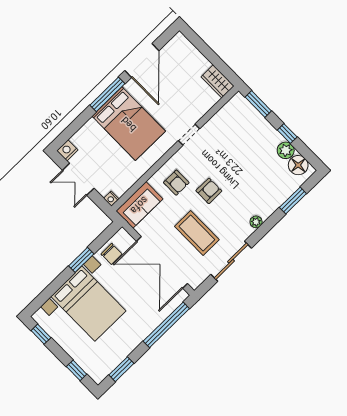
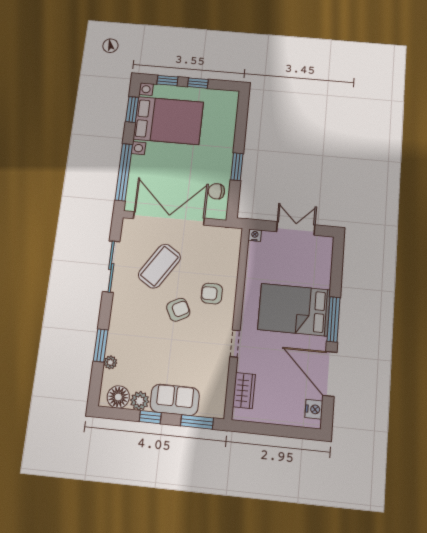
wardrobe: (217, 81) -> (244, 391), moved, turned 90
nightstand: (67, 150) -> (314, 409), moved
armchair: (209, 191) -> (178, 310), turned -117
window: (293, 200) -> (101, 345), moved
sofa: (139, 205) -> (175, 400), moved, turned 90
plant: (256, 222) -> (110, 362), moved
coffee table: (197, 233) -> (159, 266), turned -57
bed with nightstands: (88, 304) -> (168, 121), moved, turned 180
window: (41, 334) -> (198, 83), moved

